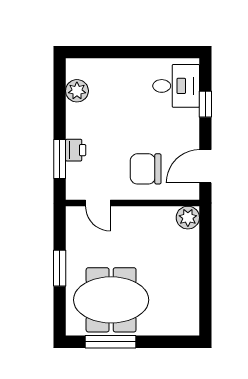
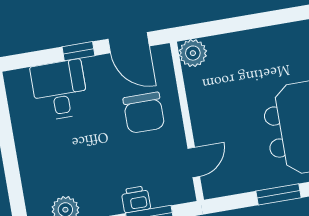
desk: (176, 86) -> (60, 90), moved
window: (205, 104) -> (78, 51), moved

